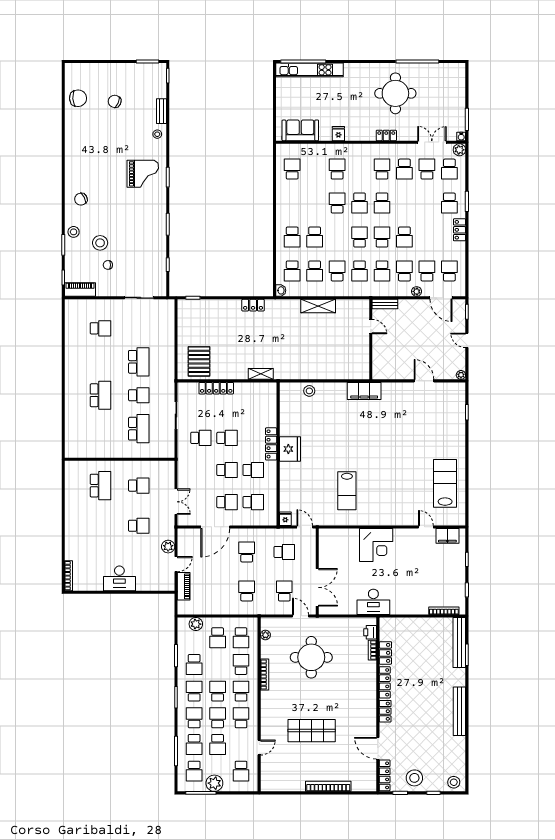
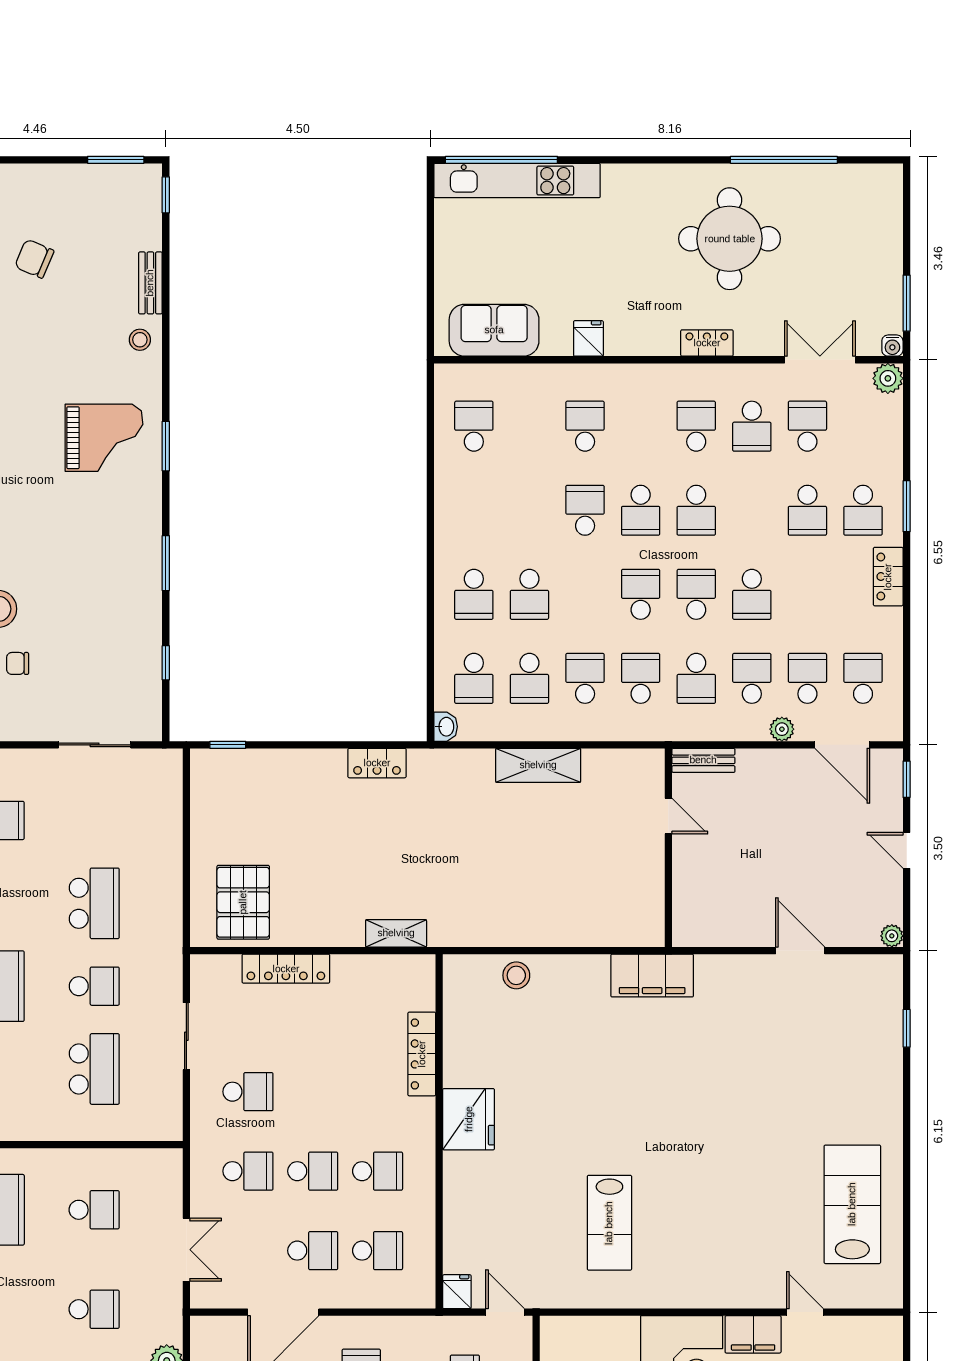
school desk: (449, 169) -> (807, 510), moved
school desk: (360, 271) -> (641, 678), turned 180
school desk: (227, 438) -> (248, 1171), moved
locker: (271, 444) -> (422, 1054), moved
filing cabinet: (447, 536) -> (753, 1334), moved

